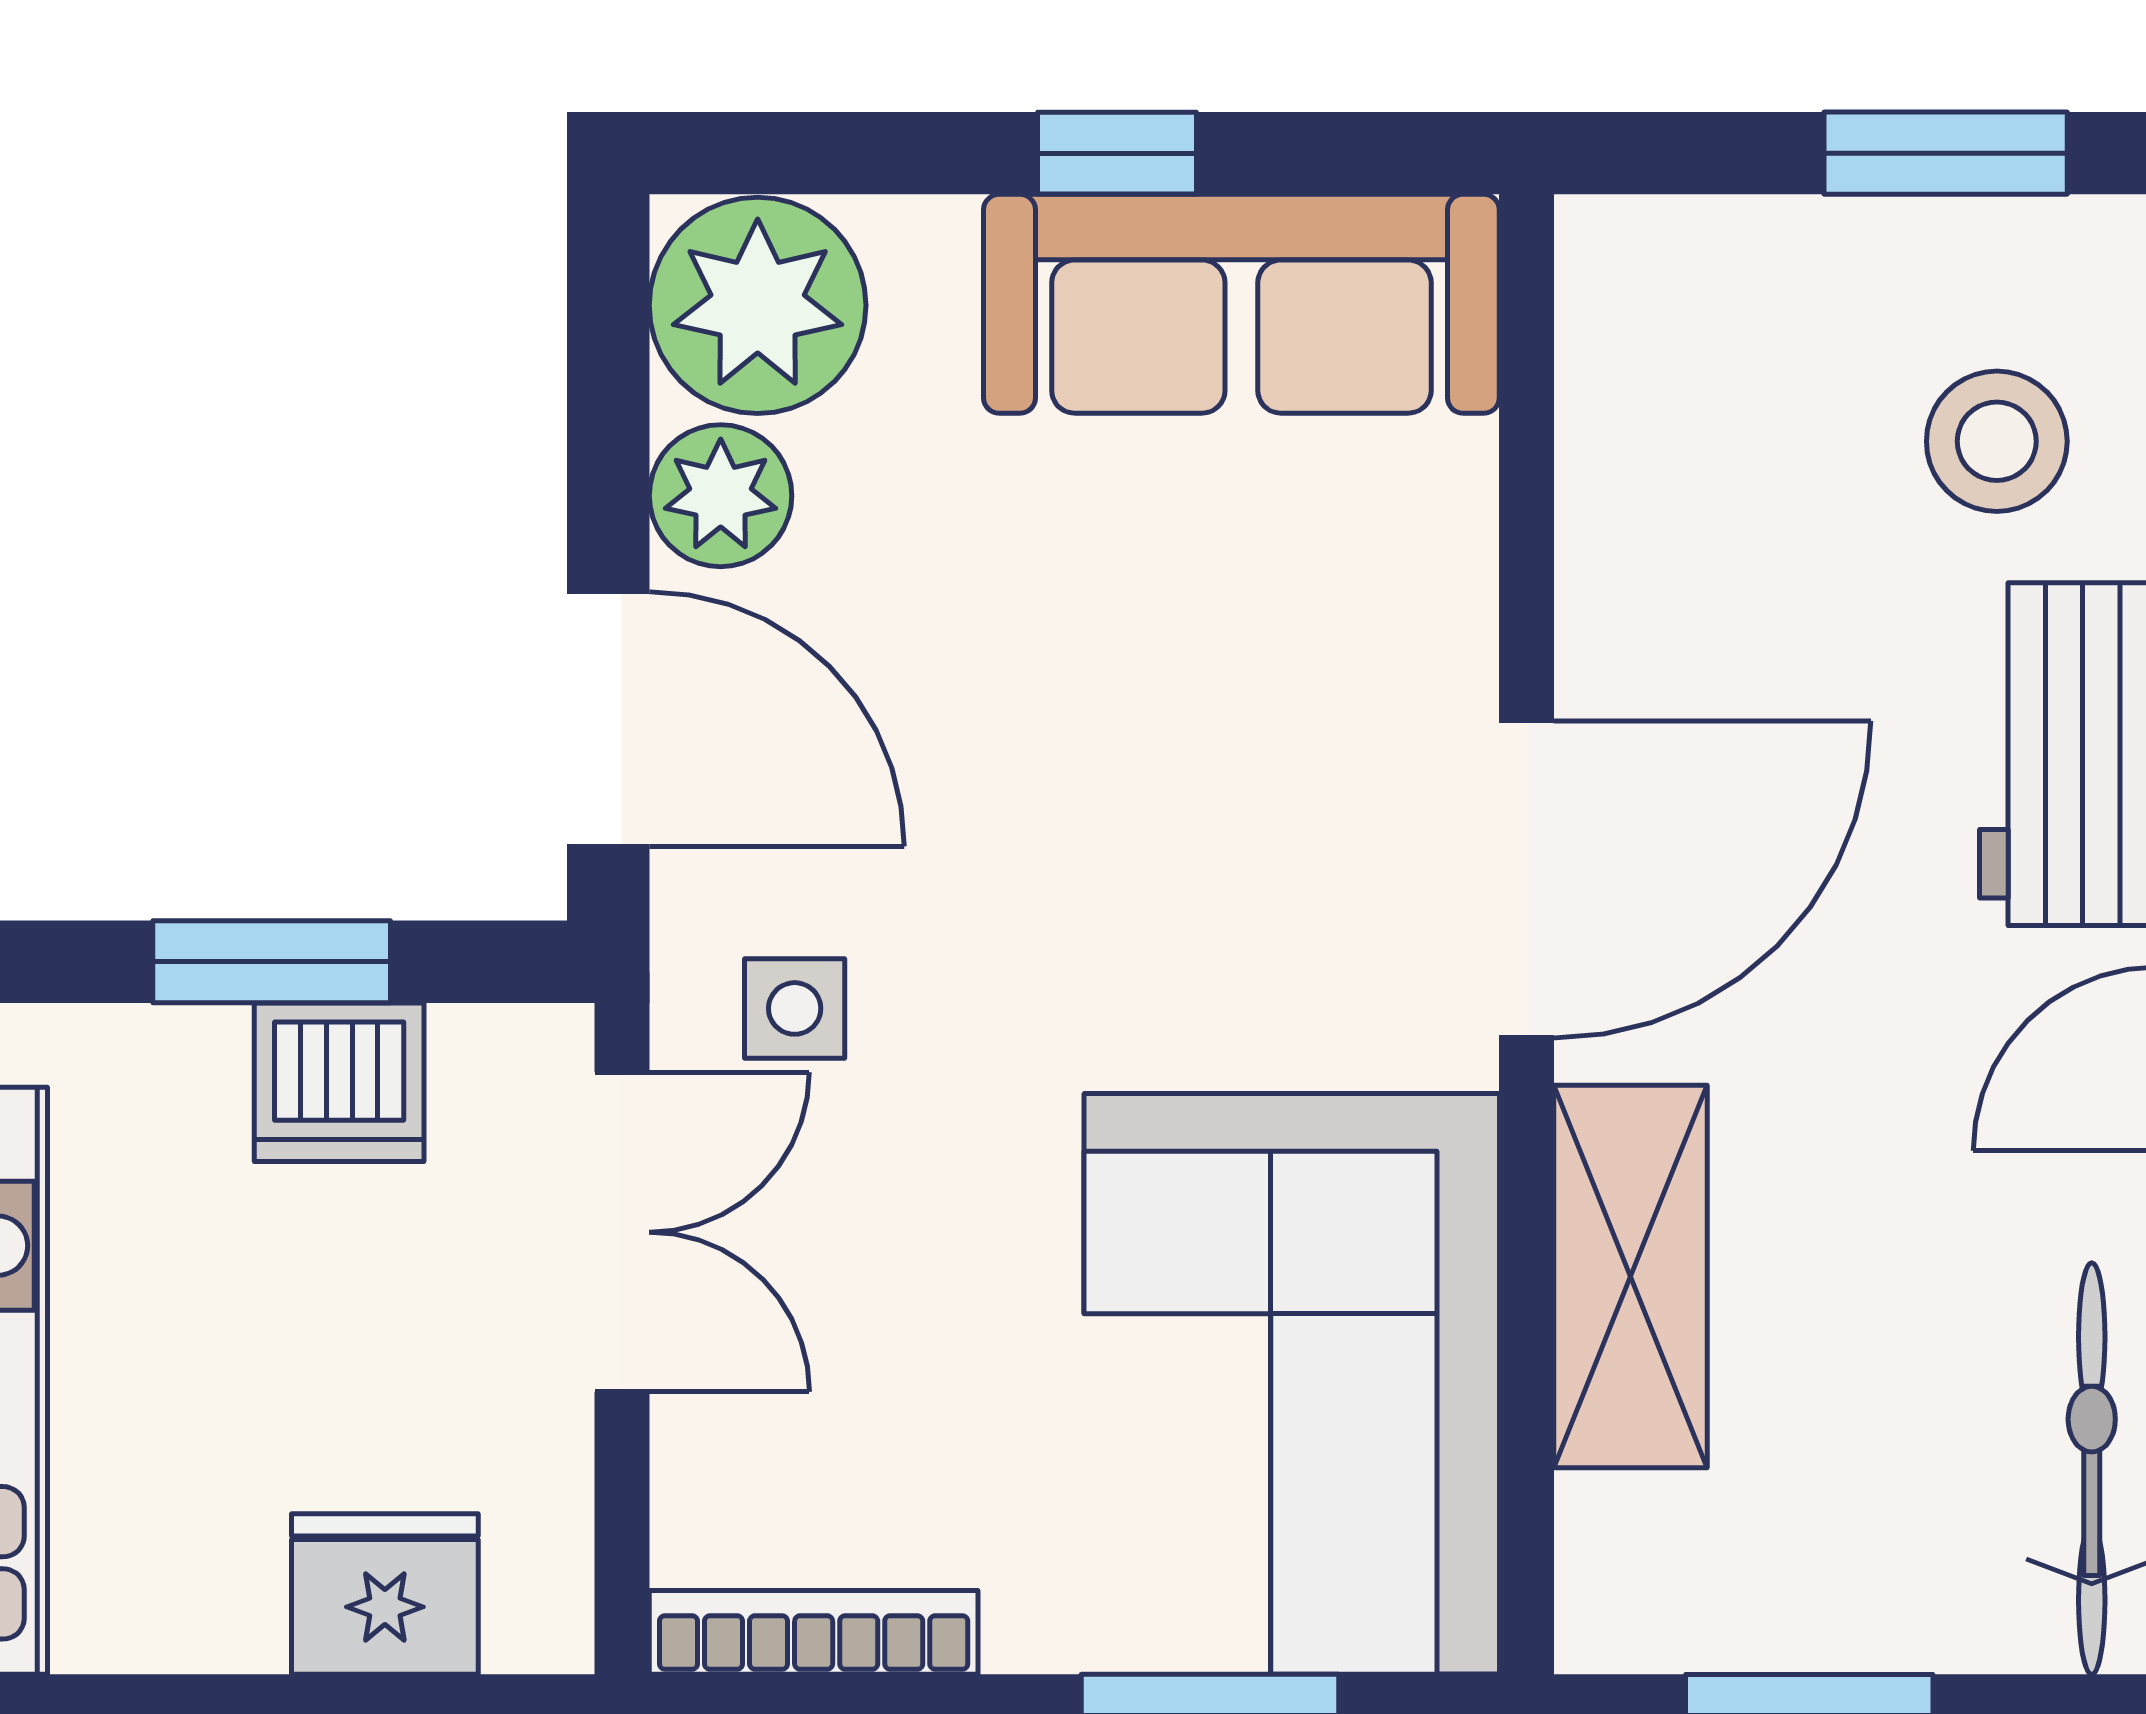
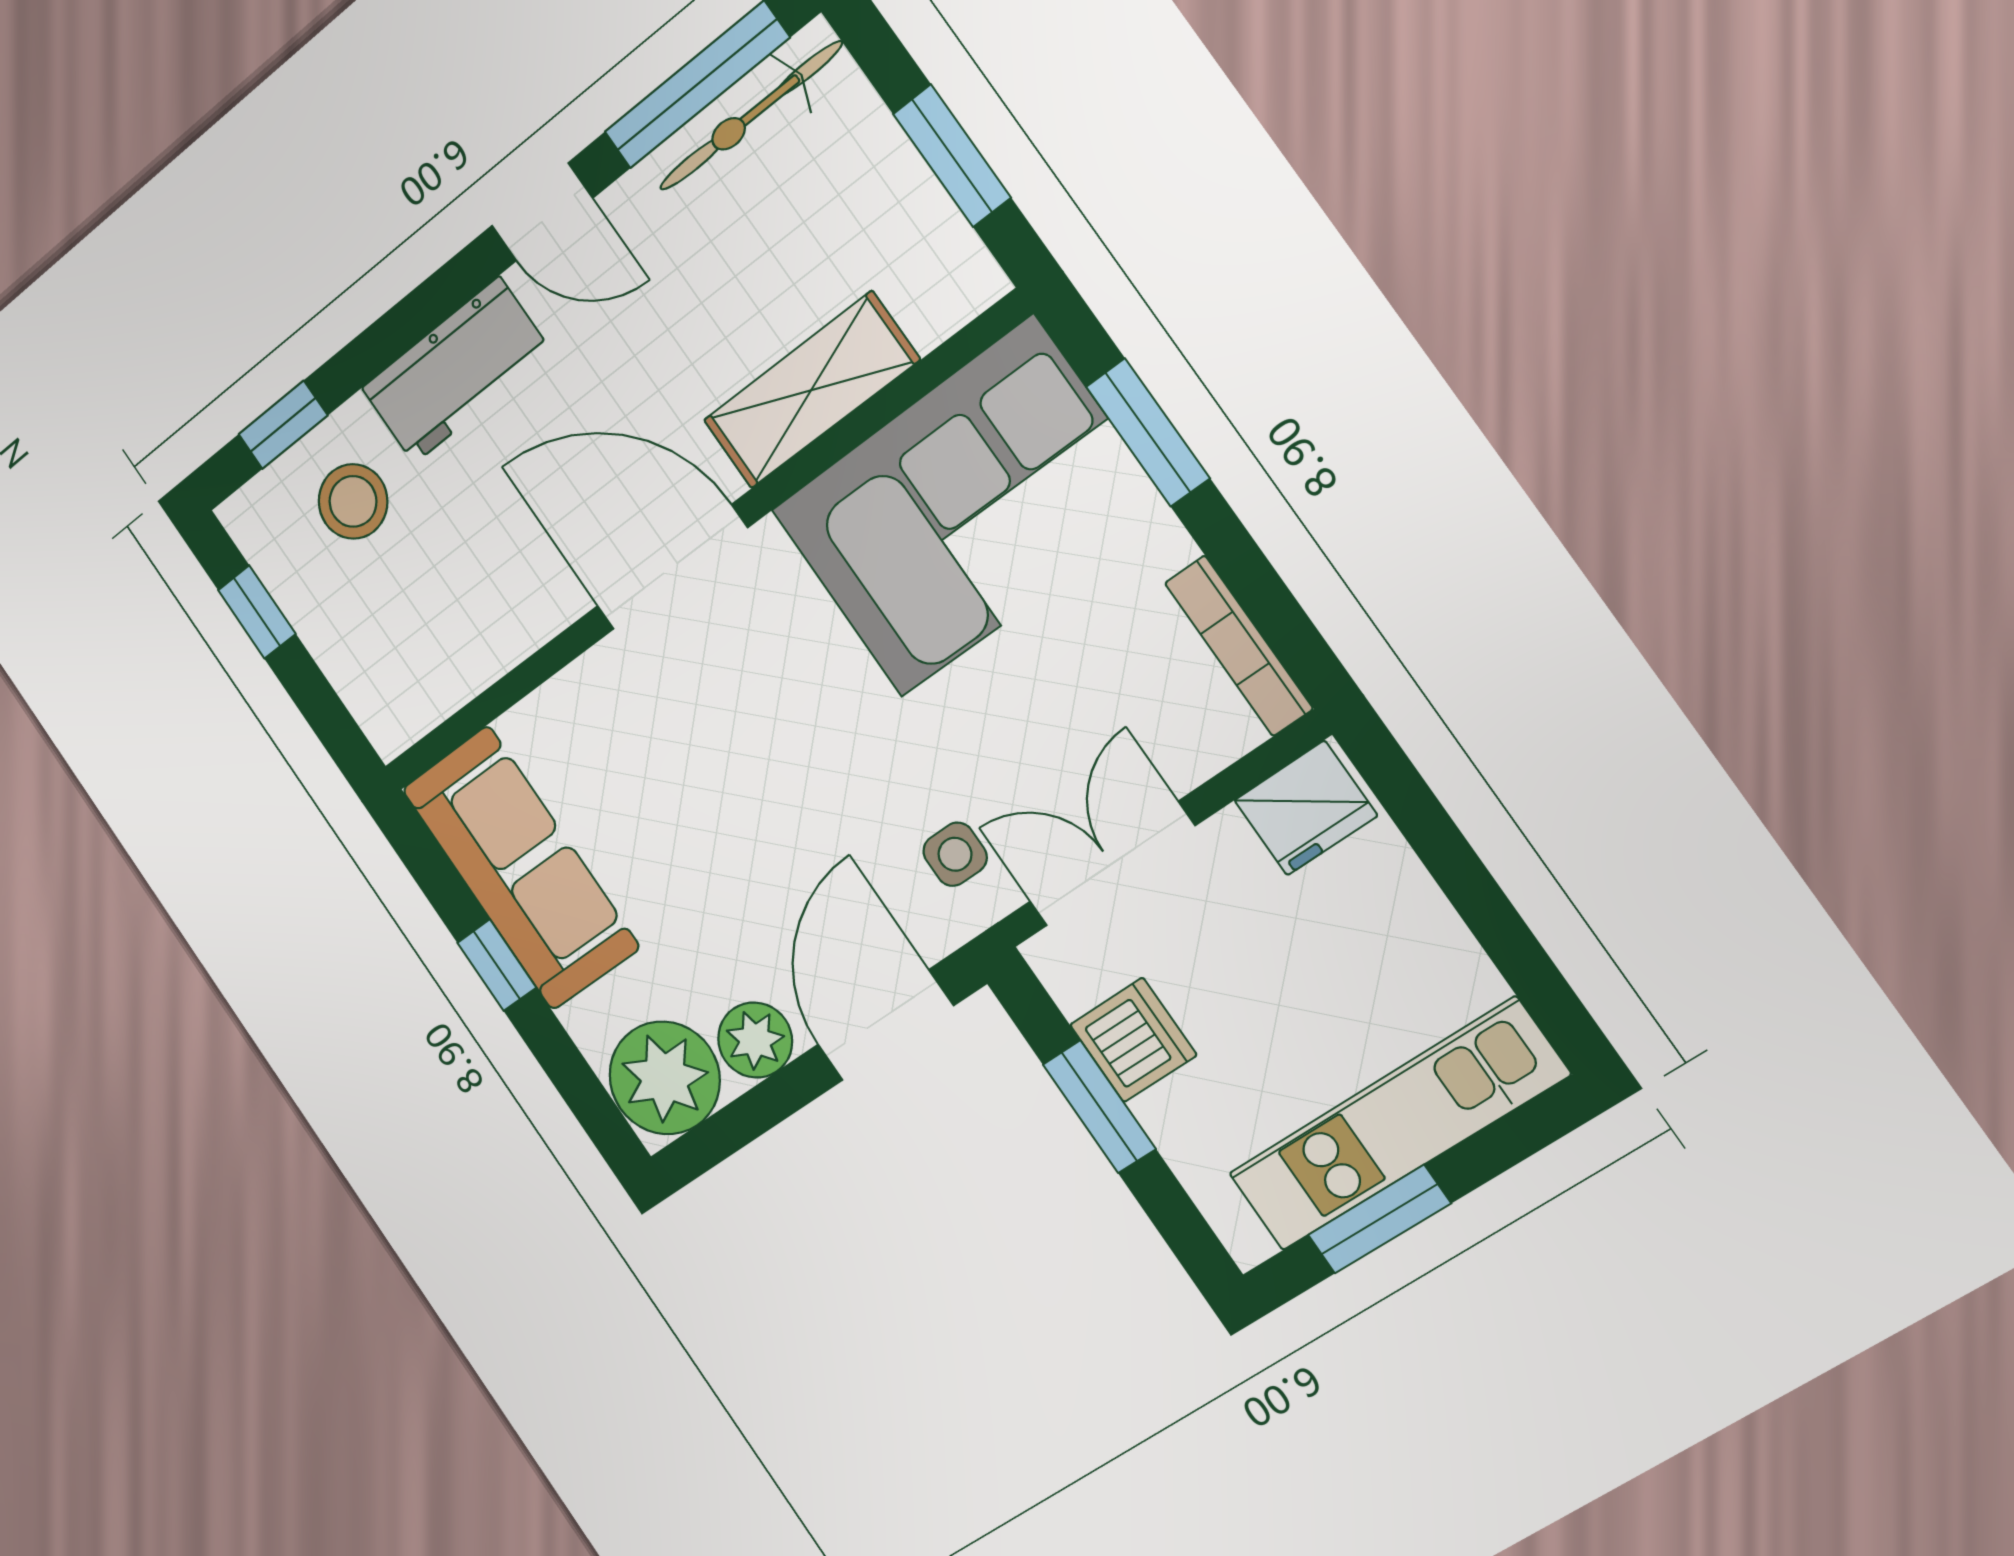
window: (1946, 153) -> (257, 612), width x0.67
fridge: (385, 1594) -> (1306, 808), moved, turned -90

